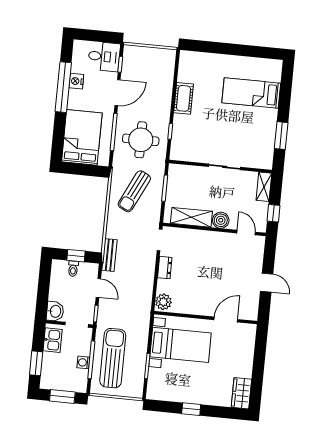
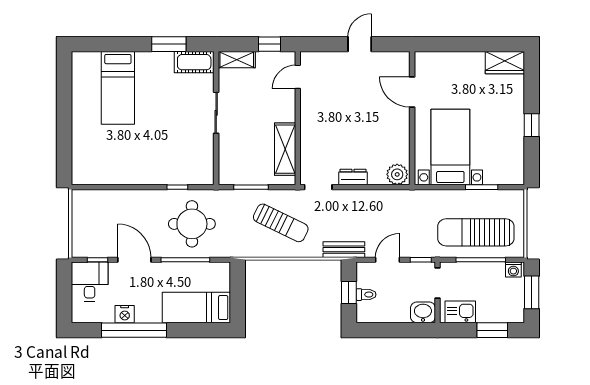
cot: (184, 98) -> (194, 62), moved
bed: (82, 137) -> (196, 308), width x0.67
sun lounger: (134, 191) -> (281, 223), moved
boiler: (221, 220) -> (285, 111), removed
washing machine: (83, 362) -> (513, 270), moved

